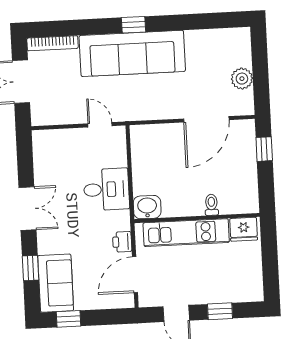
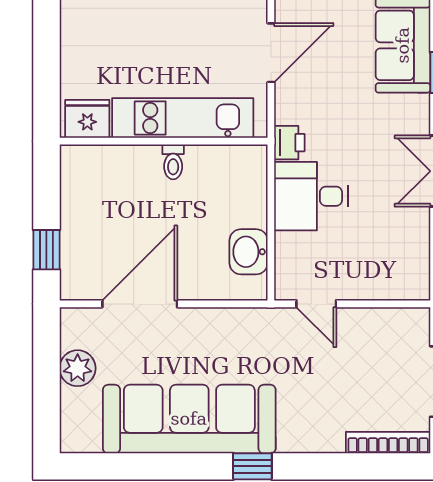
sofa: (132, 53) -> (189, 419), moved
toilet: (211, 205) -> (173, 162), moved
washbasin: (147, 207) -> (249, 252), moved, turned 90
printer: (122, 242) -> (289, 143), moved

